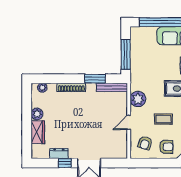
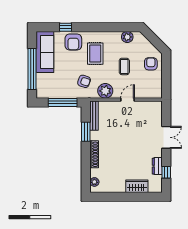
plant: (37, 114) -> (119, 187), removed
door: (129, 122) -> (127, 100), swing flipped
armchair: (145, 143) -> (84, 81), moved
window: (65, 163) -> (166, 172), moved

